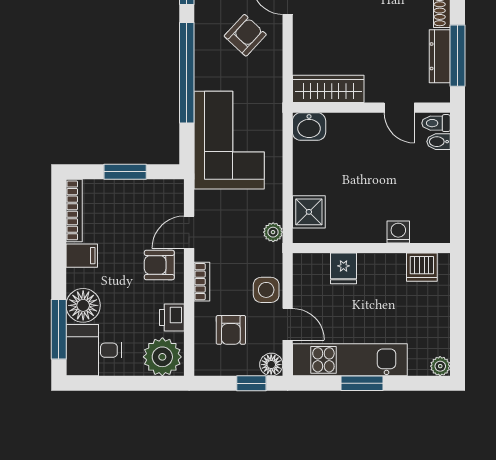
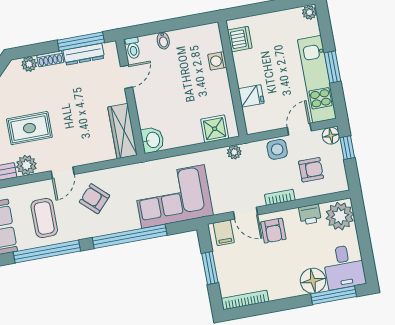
bidet: (438, 142) -> (163, 41), moved
filing cabinet: (82, 256) -> (224, 233), moved, turned 180

